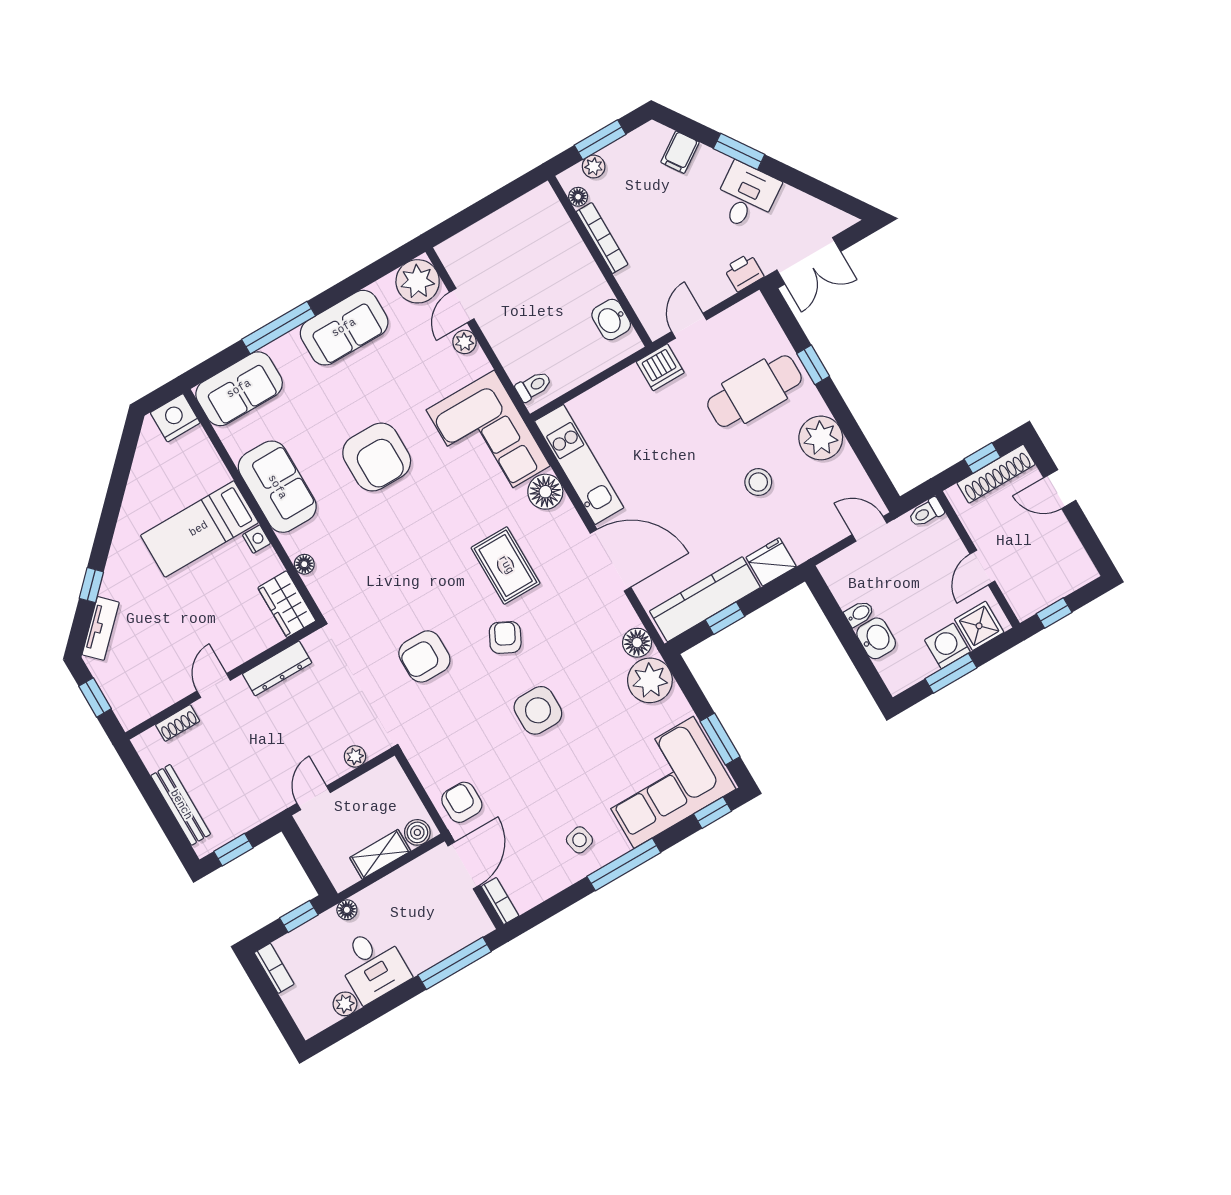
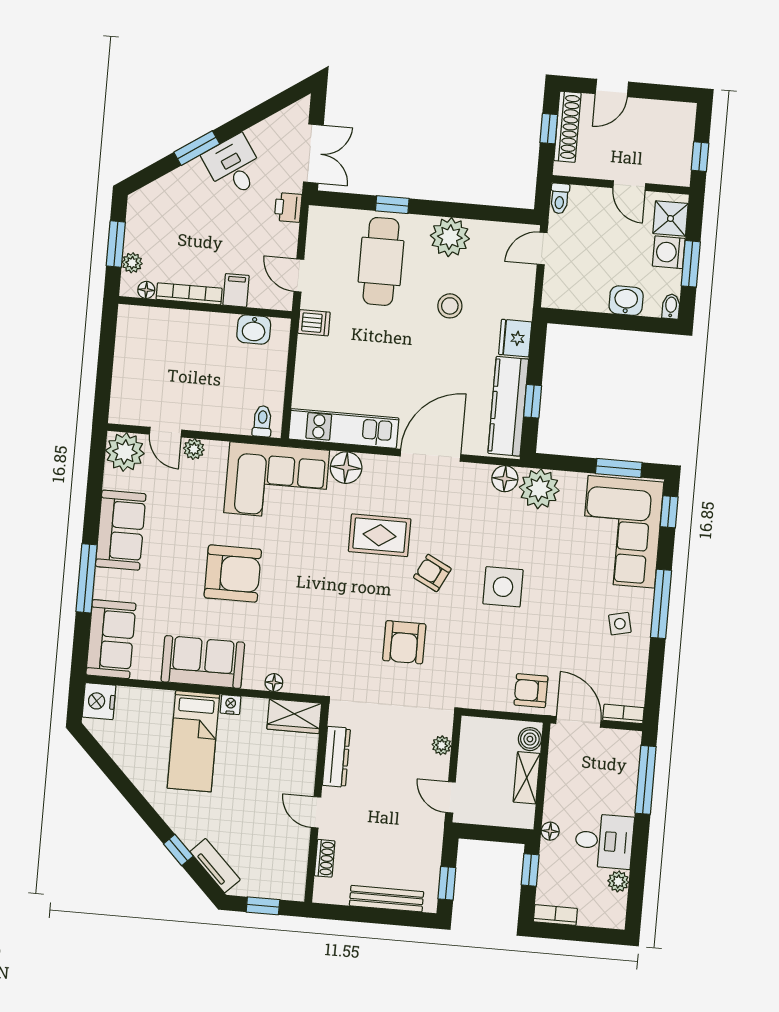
filing cabinet: (680, 152) -> (236, 290), moved, turned -146
dishwasher: (660, 367) -> (314, 323), width x0.73
bidet: (859, 614) -> (671, 306), moved

